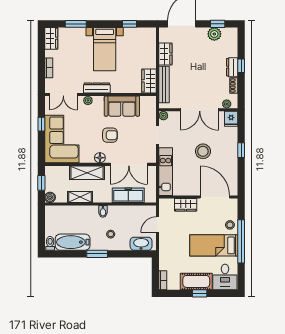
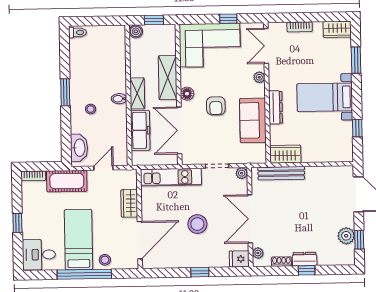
wardrobe: (165, 54) -> (320, 174), removed
dresser: (97, 88) -> (276, 107), moved
shelving: (80, 197) -> (137, 93), moved
door: (157, 225) -> (103, 168), hinge flipped
bathtub: (73, 242) -> (80, 61), removed
cot: (196, 281) -> (67, 181), moved, turned 90

